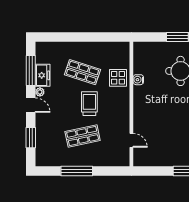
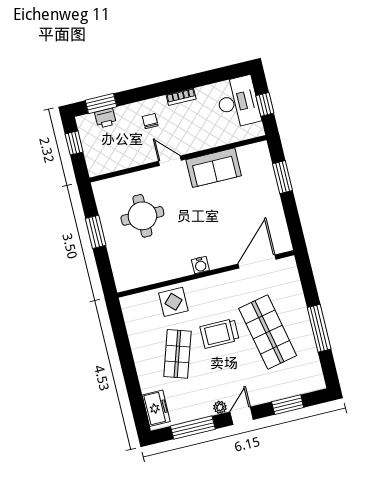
freezer: (43, 75) -> (156, 408), moved, turned 90
water cooler: (138, 80) -> (200, 265), moved
shop shelf: (83, 136) -> (268, 332), width x1.43, depth x1.36
door: (131, 140) -> (257, 262), width x1.87

